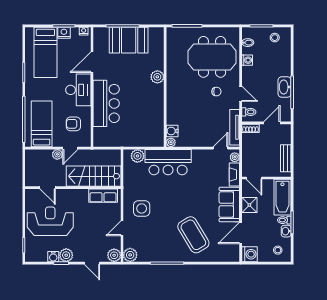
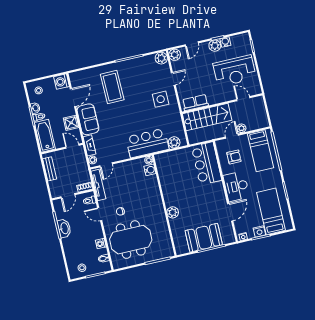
bar counter: (106, 103) -> (207, 163), moved
coffee table: (193, 235) -> (112, 87), turned 30
door: (92, 263) -> (192, 44), swing flipped

